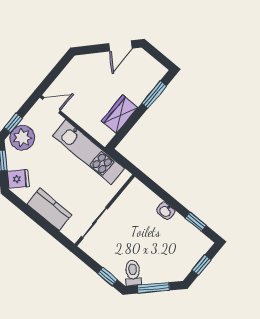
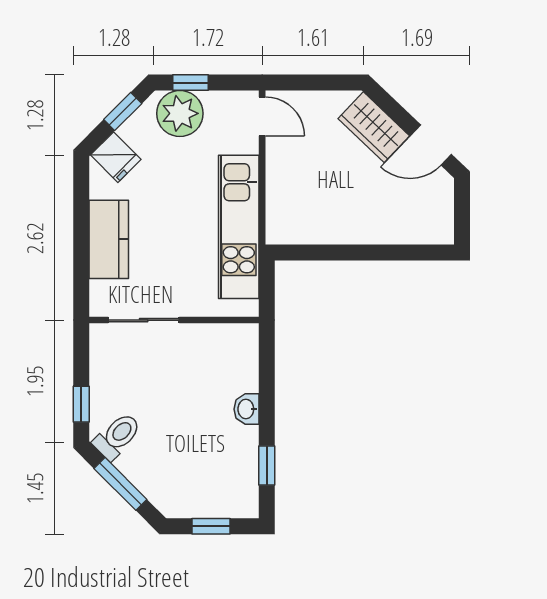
window: (154, 95) -> (401, 252), removed
wardrobe: (120, 114) -> (374, 127), moved, turned -136

